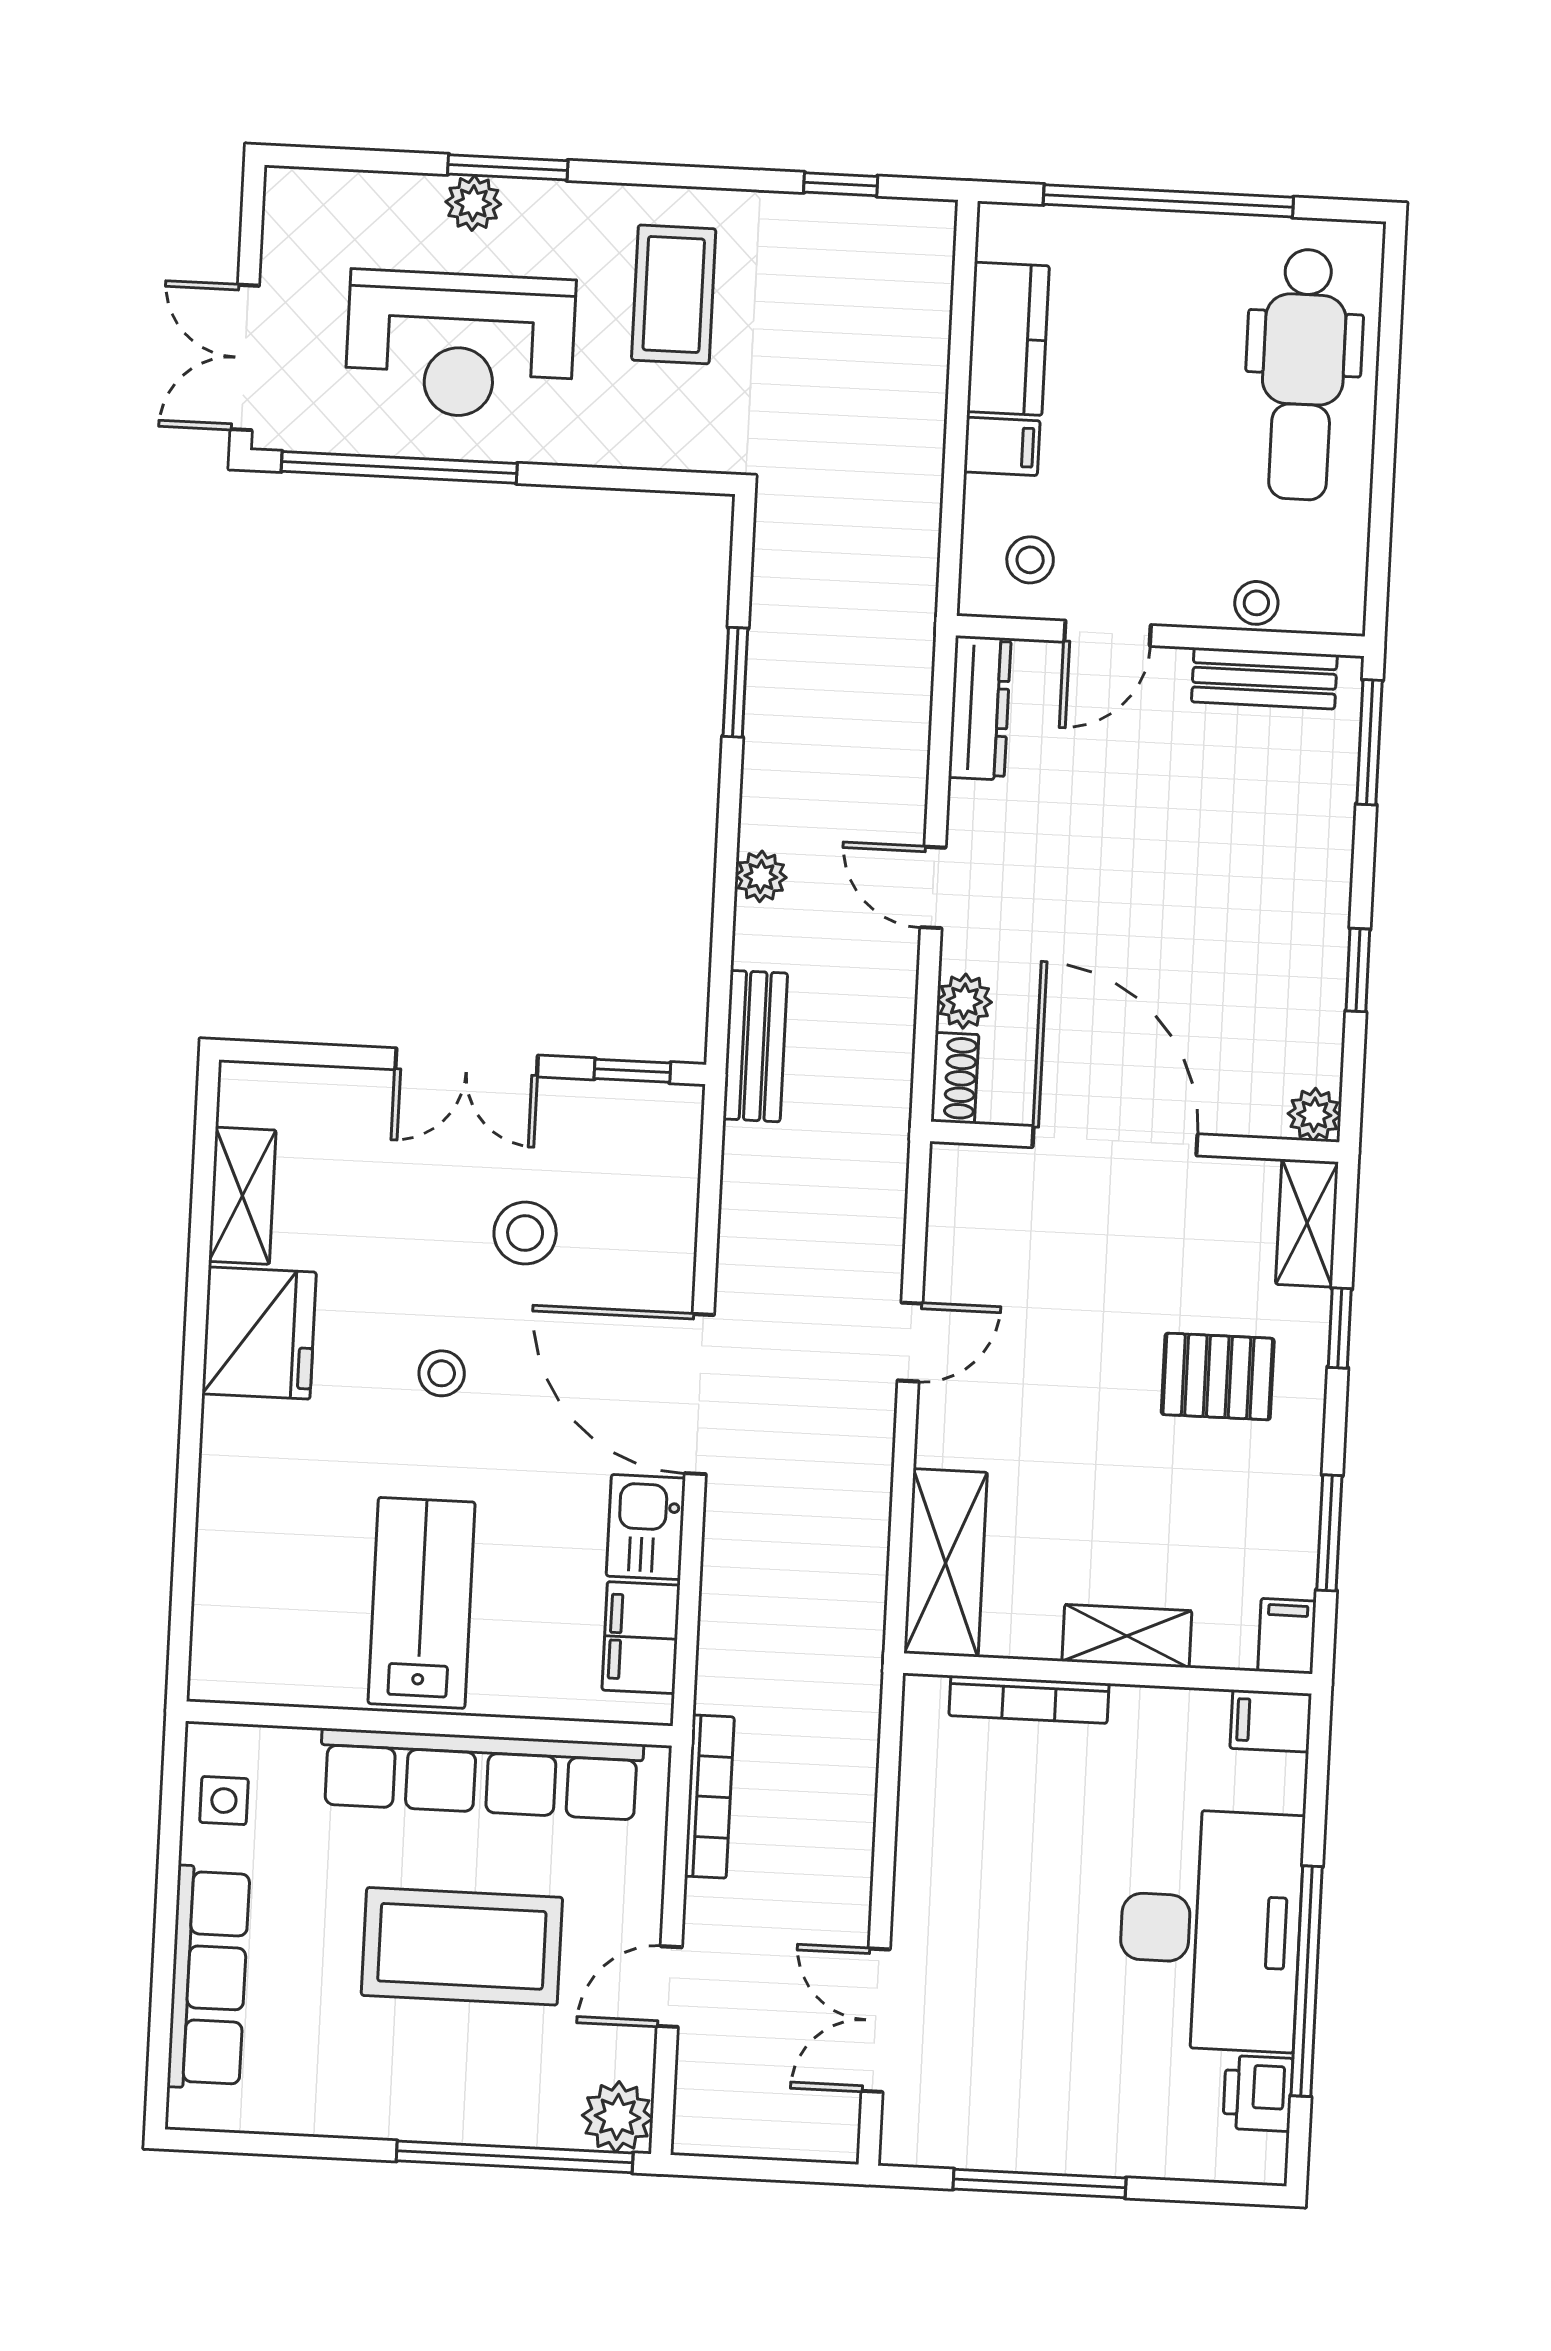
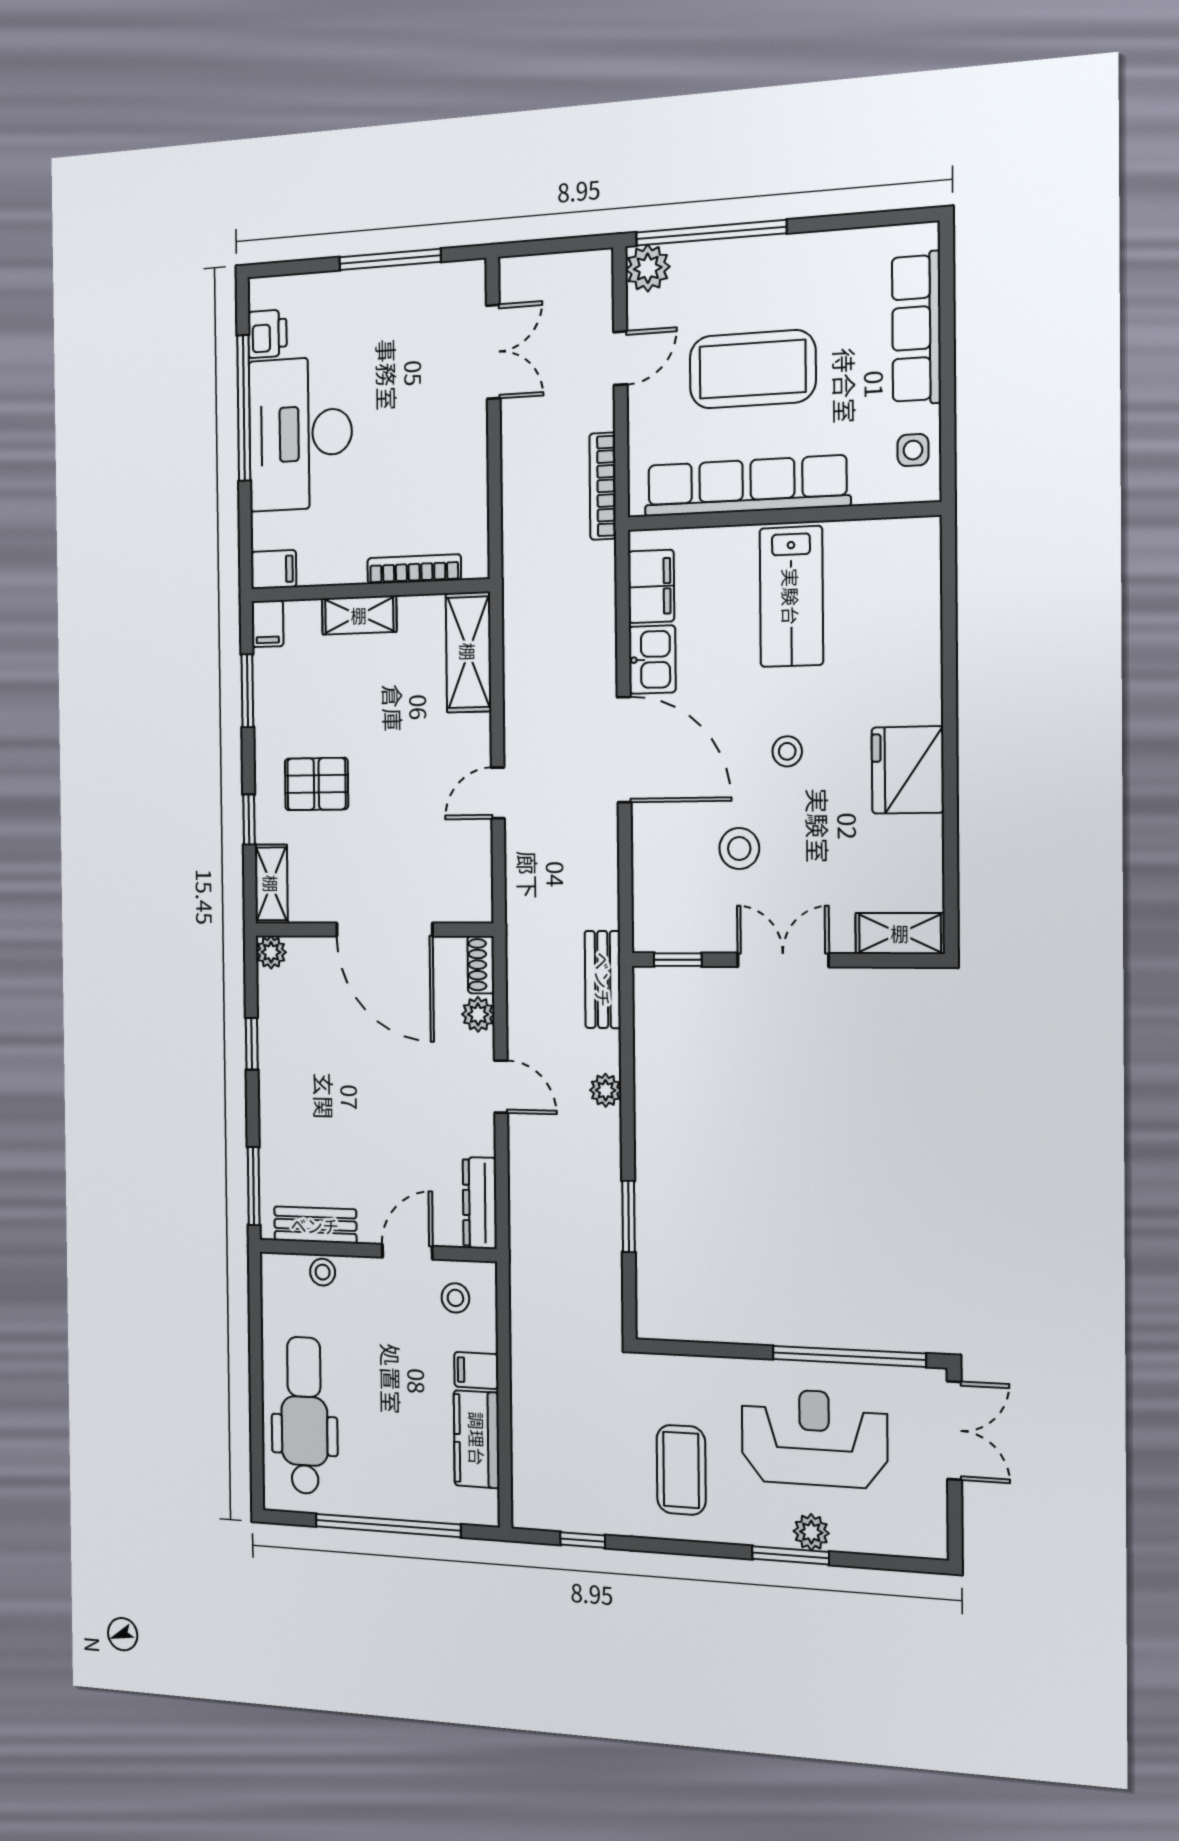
shelving: (242, 1196) -> (900, 933), moved, turned 90

